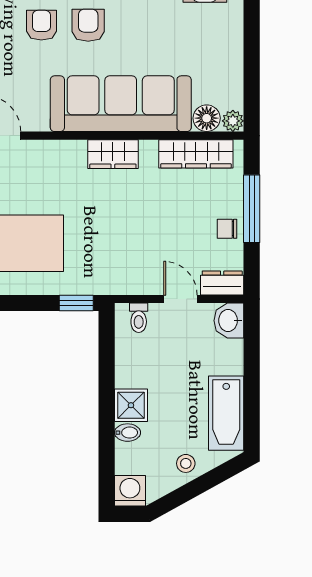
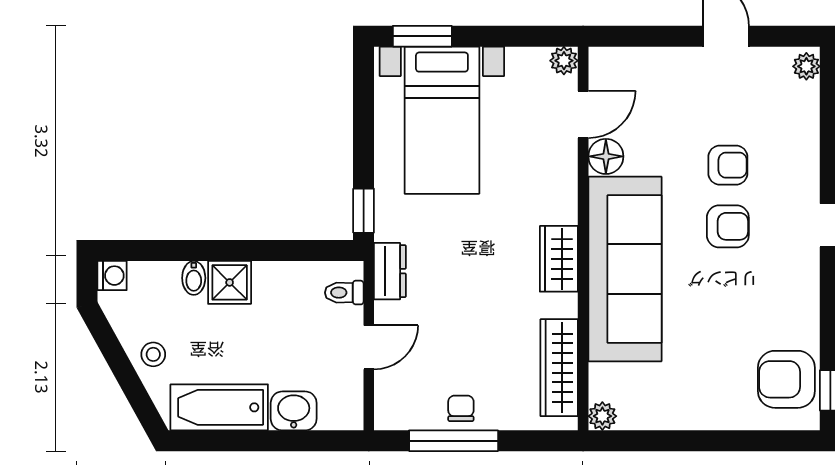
floor lamp: (207, 118) -> (606, 156), moved
window: (252, 209) -> (454, 441), moved
dresser: (222, 283) -> (390, 271), moved
washbasin: (229, 321) -> (294, 411), moved
washing machine: (130, 491) -> (112, 276), width x0.73, depth x0.73

